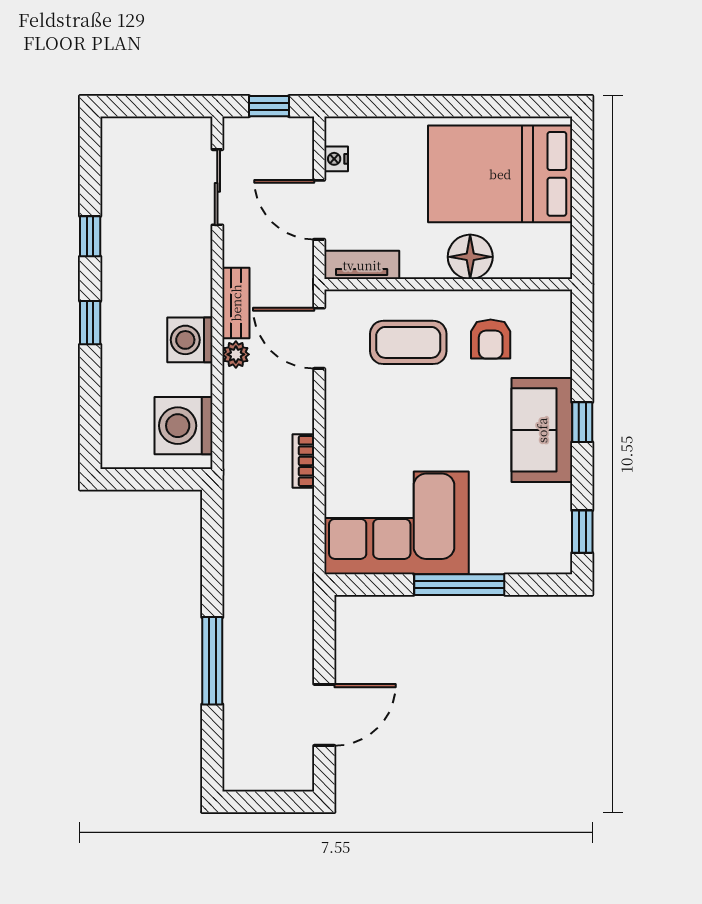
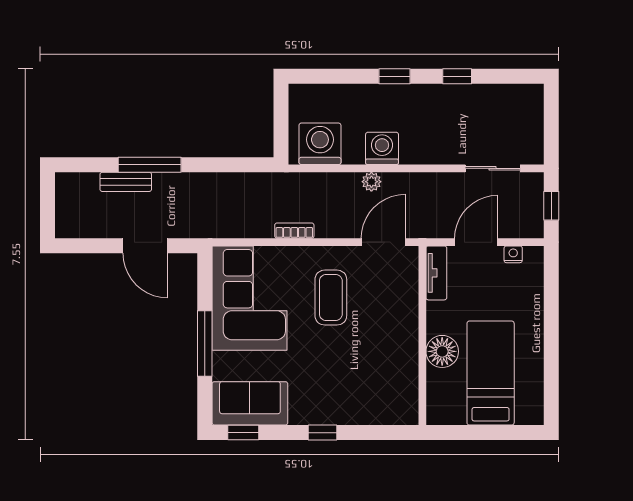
bed: (500, 174) -> (491, 373), width x0.67
bench: (236, 303) -> (126, 182), moved
armchair: (491, 339) -> (383, 366), removed
coffee table: (408, 342) -> (331, 298), moved
sofa: (542, 430) -> (250, 403), moved
door: (324, 715) -> (145, 246), moved

